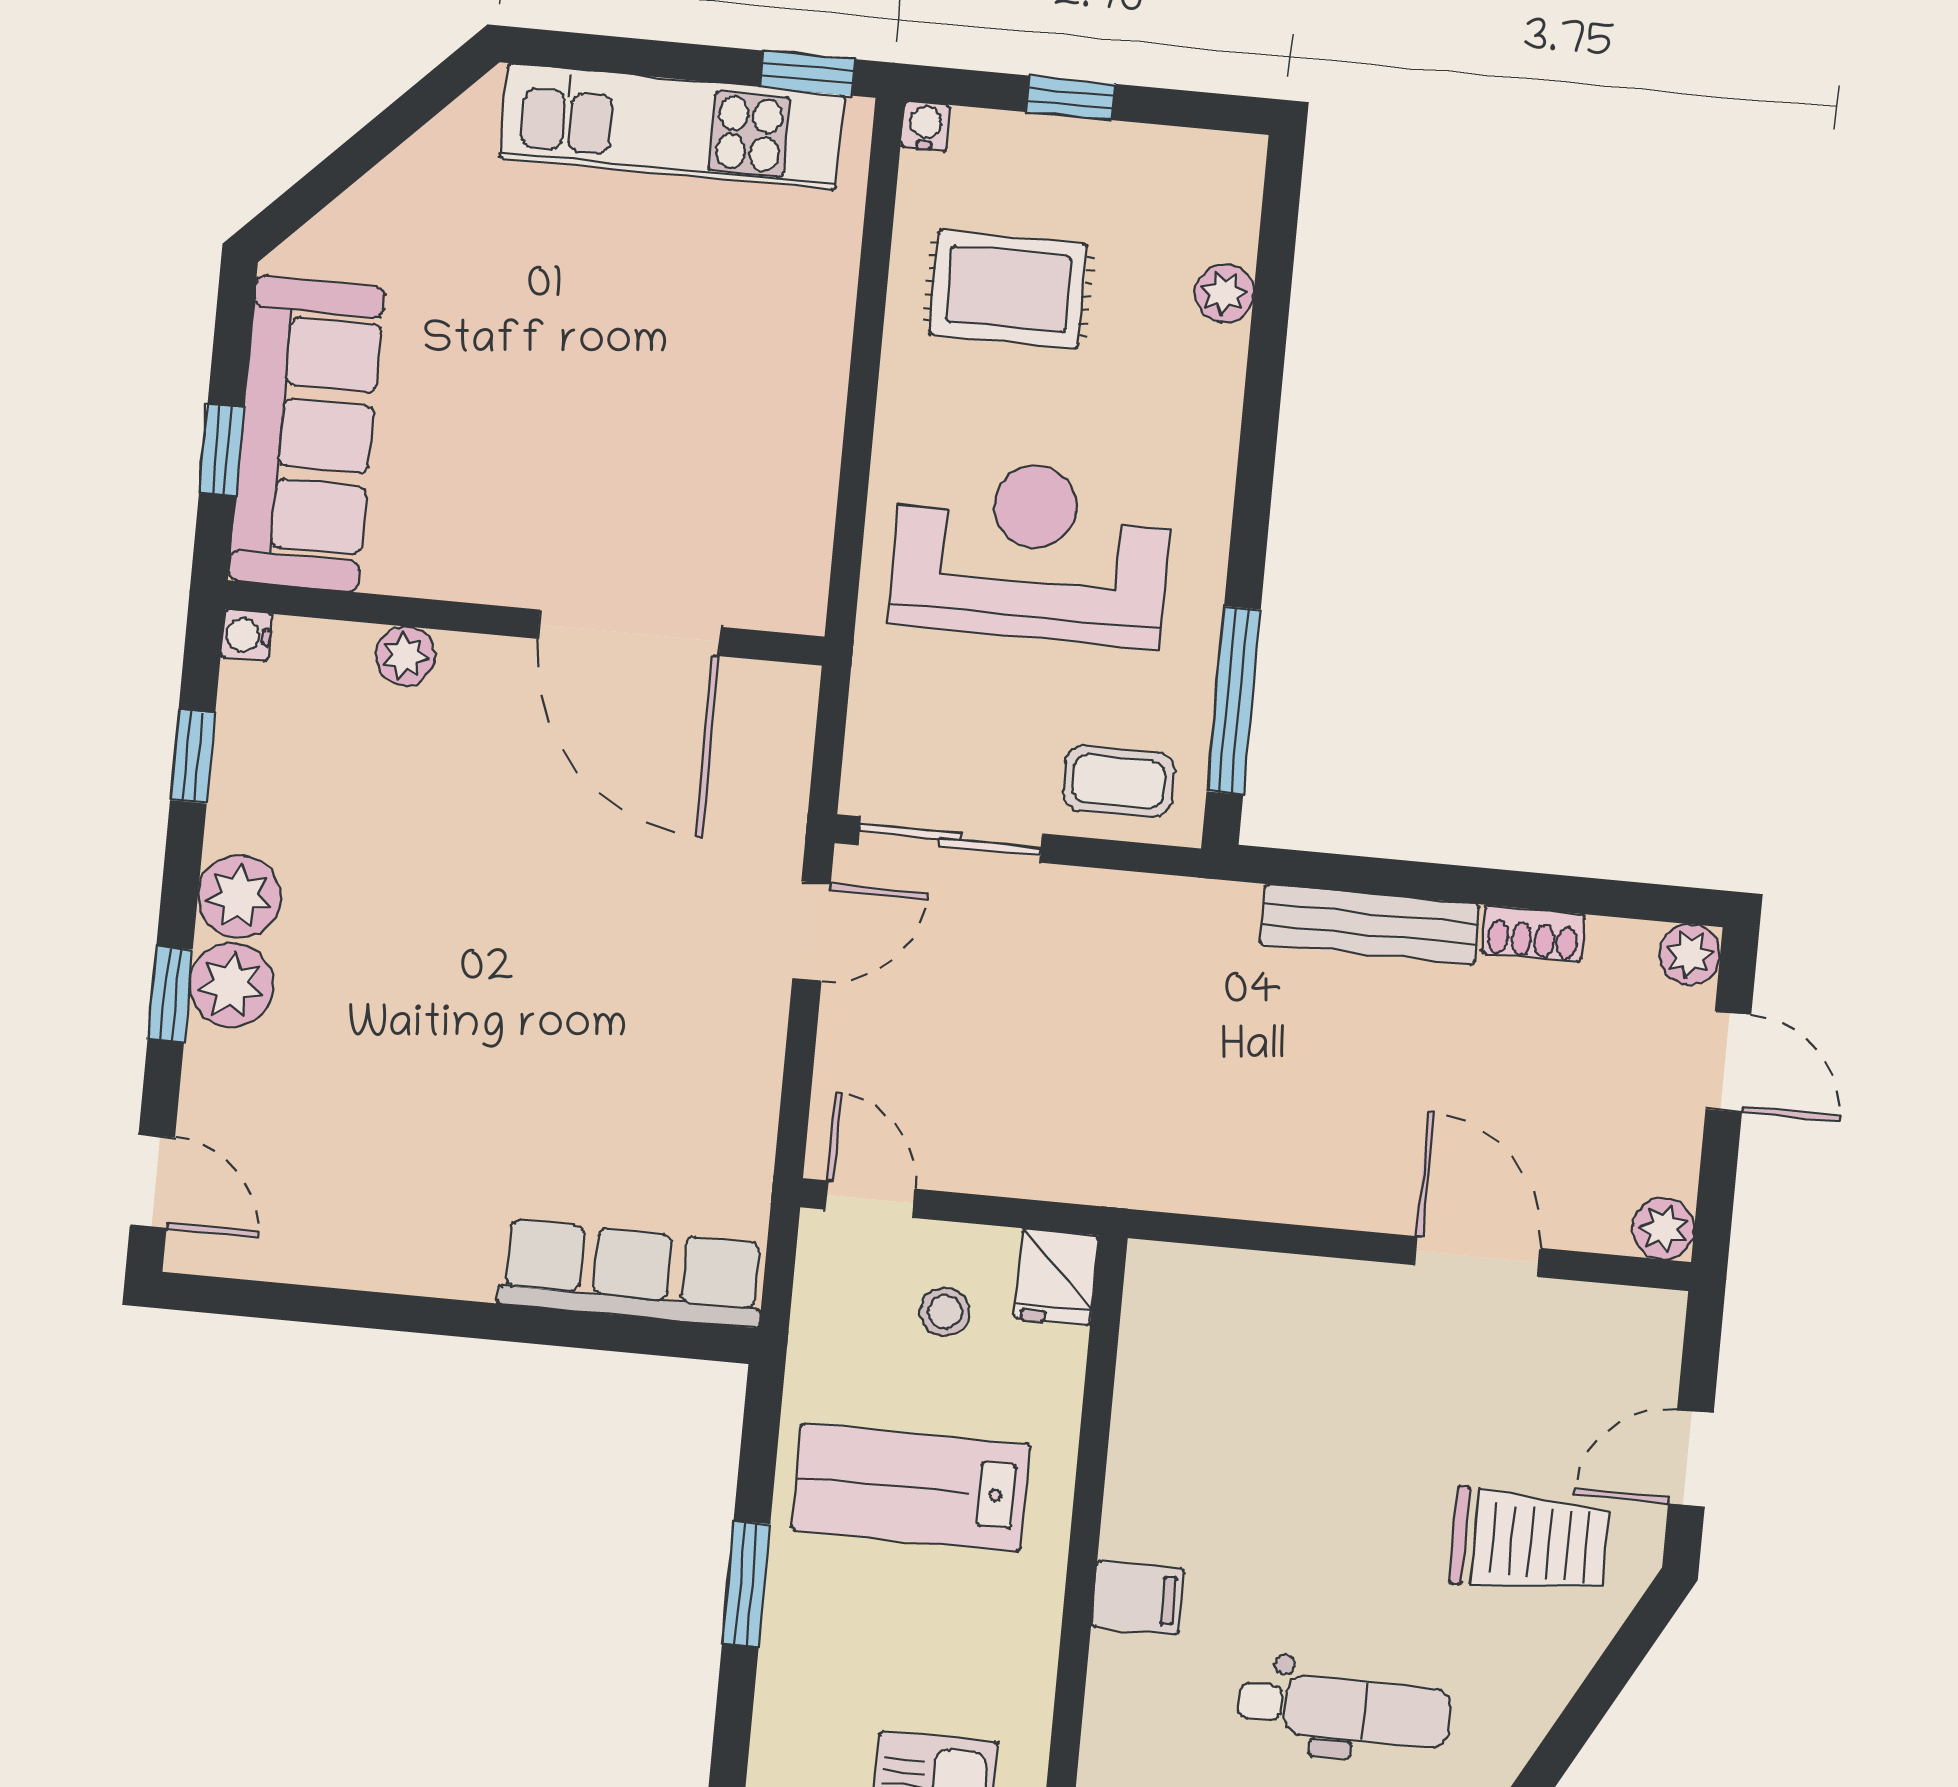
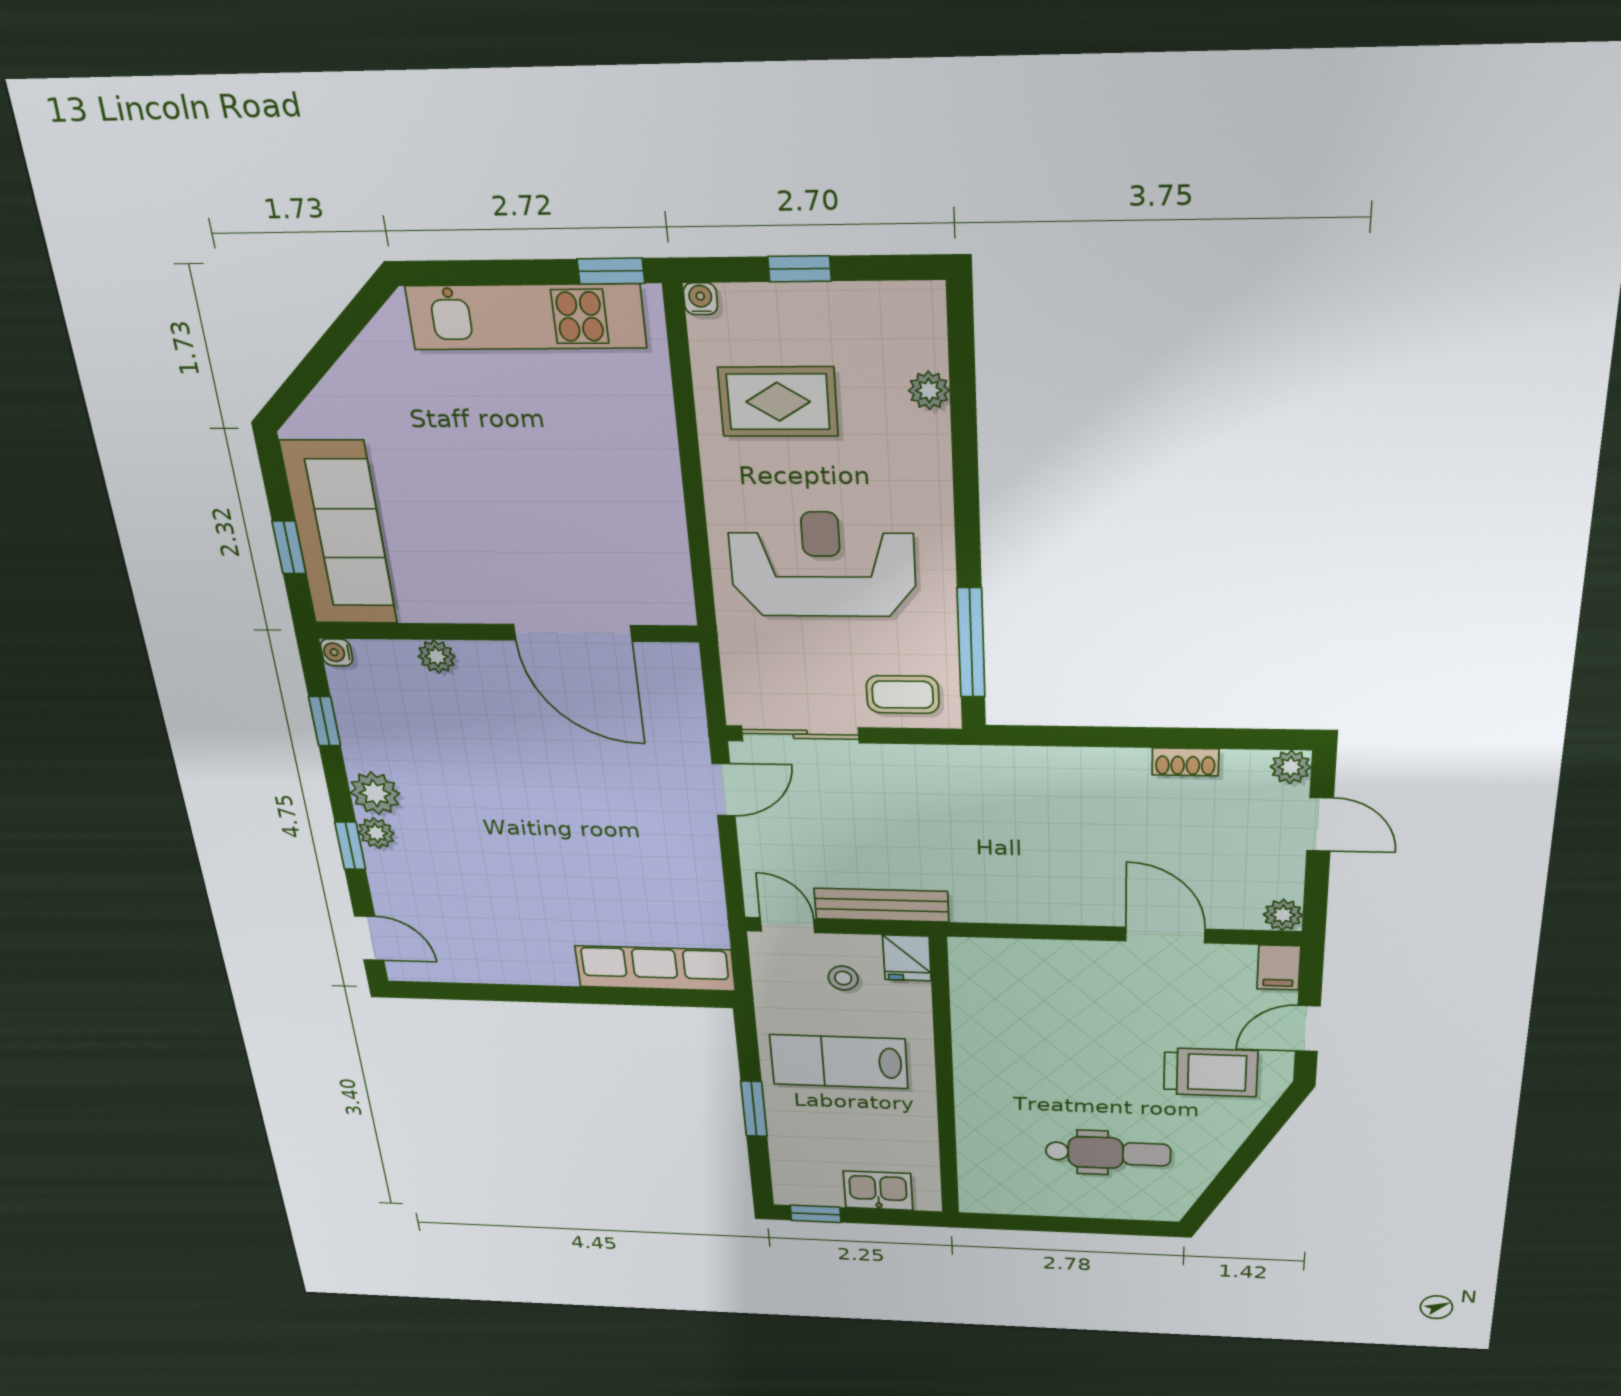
bench: (1370, 924) -> (881, 905), moved
plant: (231, 985) -> (376, 833), width x0.73, depth x0.73
filing cabinet: (1138, 1598) -> (1279, 968), moved, turned 90

